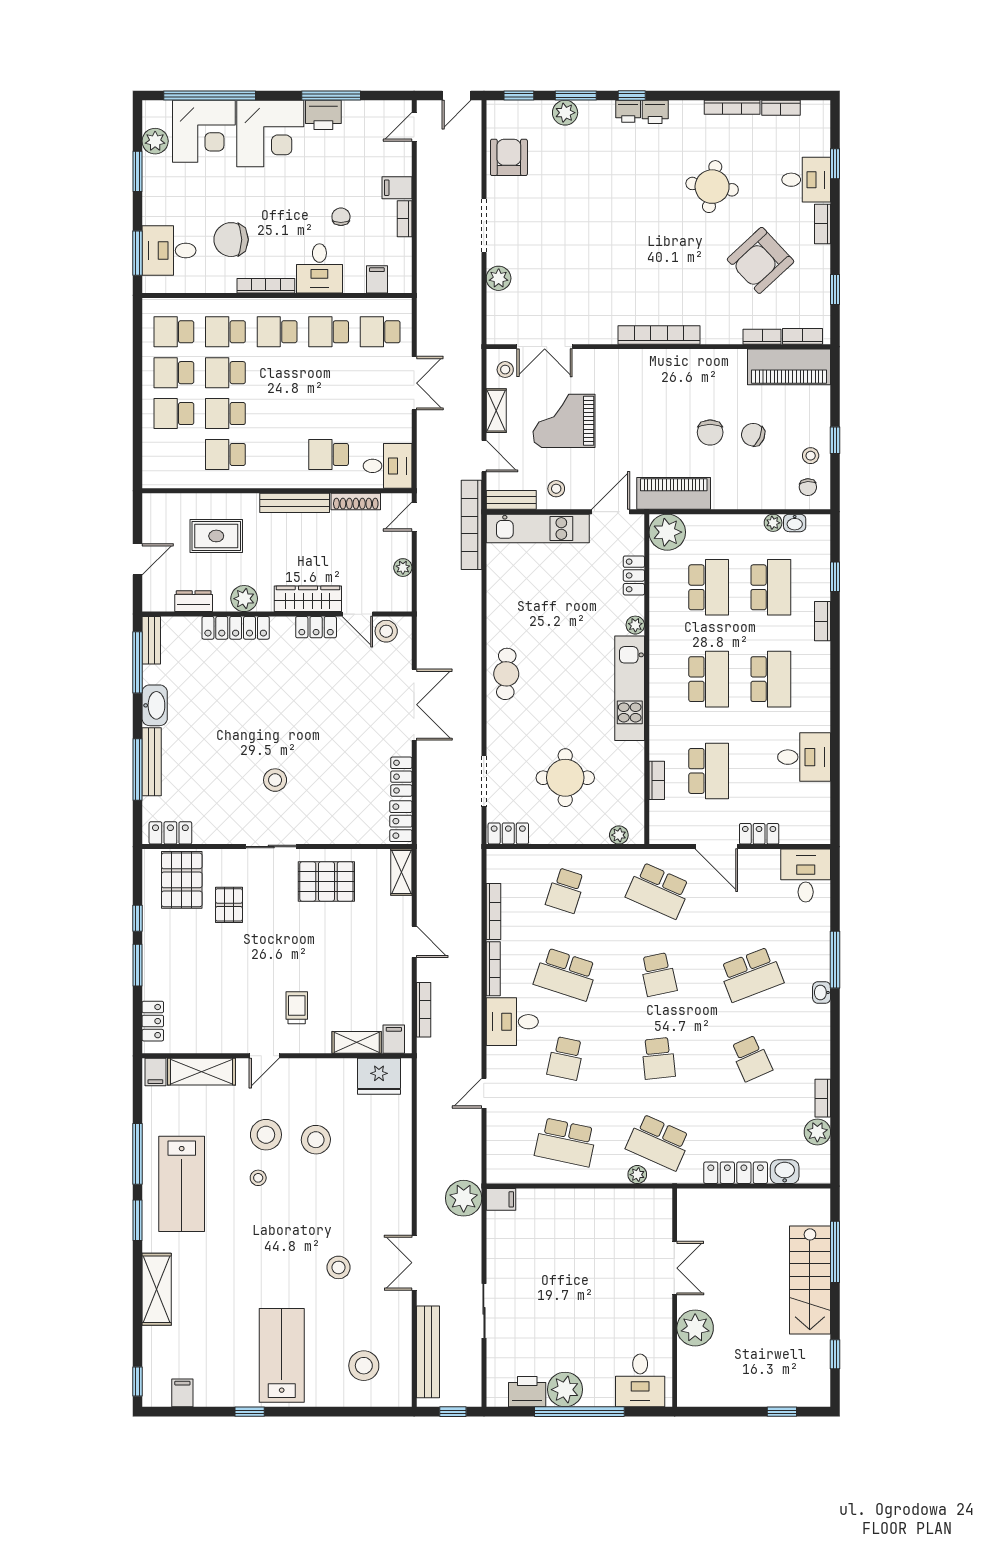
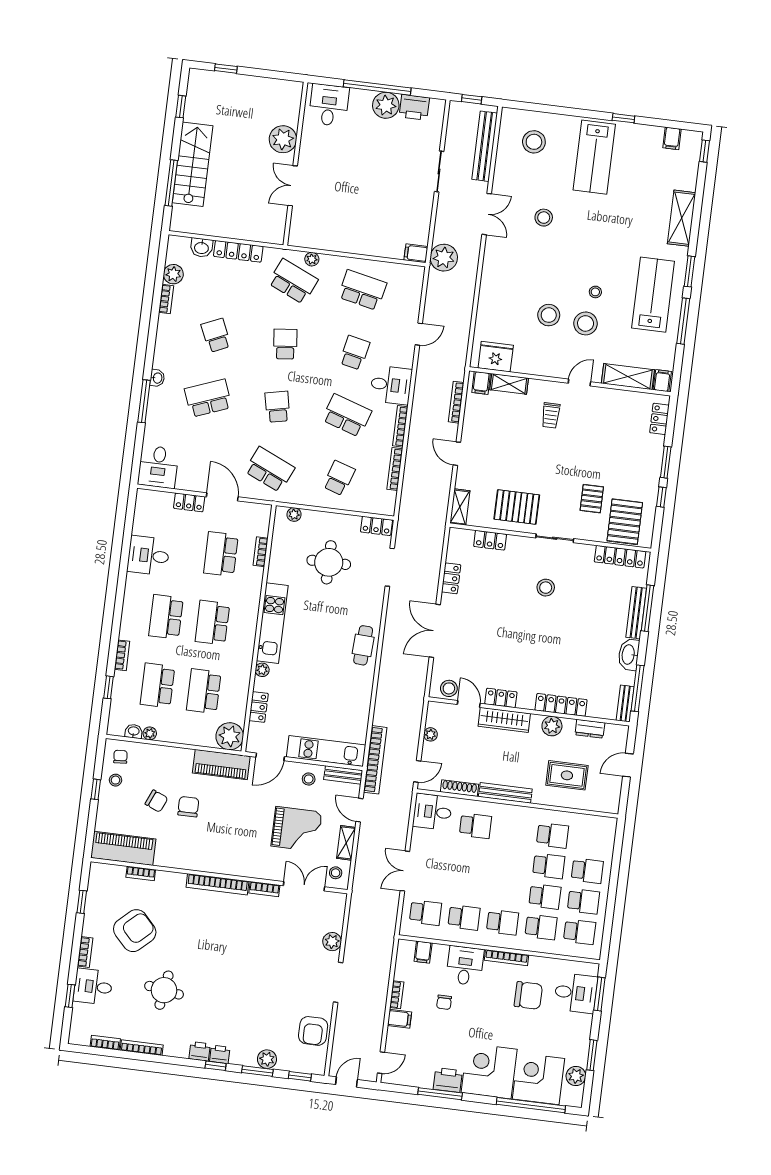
bookcase: (802, 336) -> (264, 889), moved
locker: (401, 821) -> (490, 540), moved, turned 90
locker: (170, 833) -> (620, 557), width x1.53

